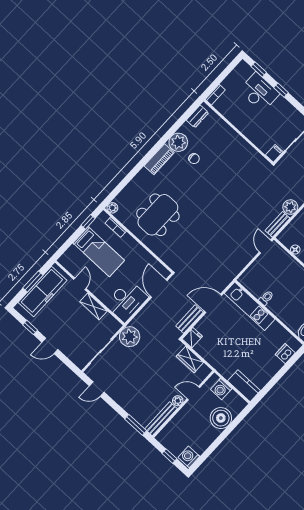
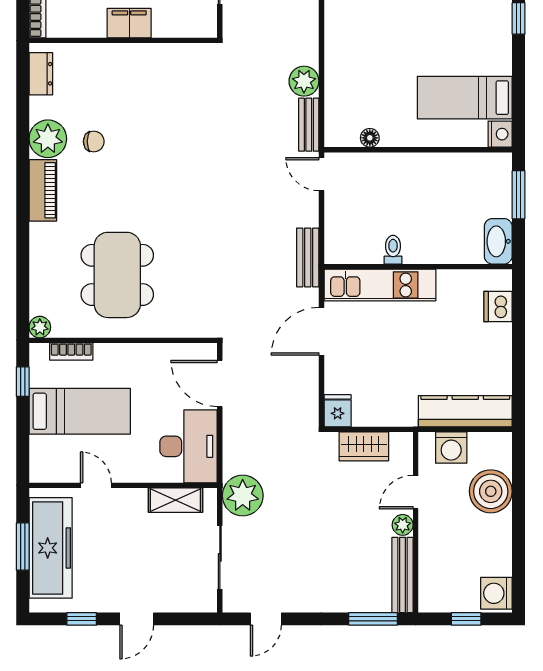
filing cabinet: (274, 153) -> (129, 23), moved, width x2.00
shelving: (93, 306) -> (175, 500), moved
bench: (189, 319) -> (308, 257), moved
kitchen counter: (244, 386) -> (465, 411), width x1.50

